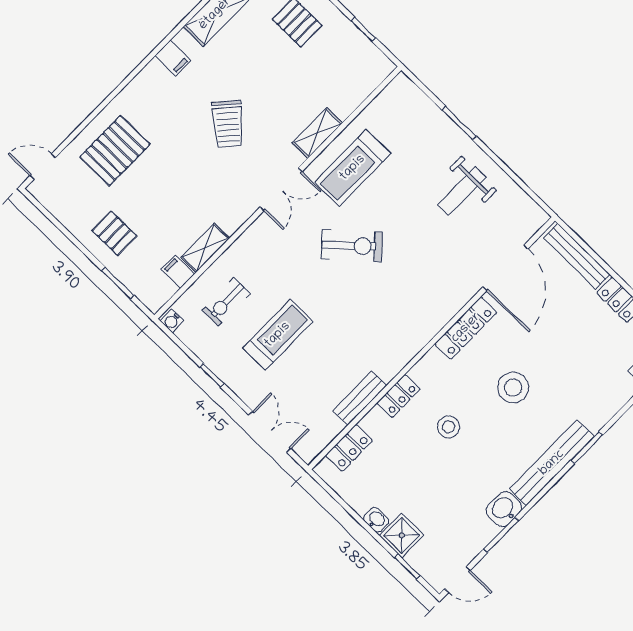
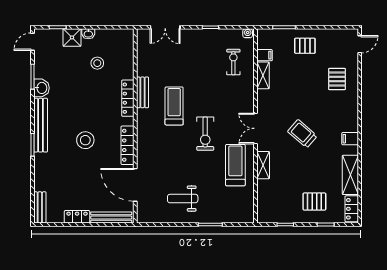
pallet: (115, 151) -> (337, 79), width x0.67, depth x0.71
weight bench: (462, 191) -> (183, 199), turned -90
exercise bike: (352, 246) -> (205, 134), turned -48
treadmill: (278, 335) -> (174, 106), moved, turned 180
locker: (398, 396) -> (128, 98), width x1.53
bench: (360, 398) -> (142, 92), moved
stool: (448, 427) -> (97, 63), moved
locker: (349, 448) -> (127, 52), removed

